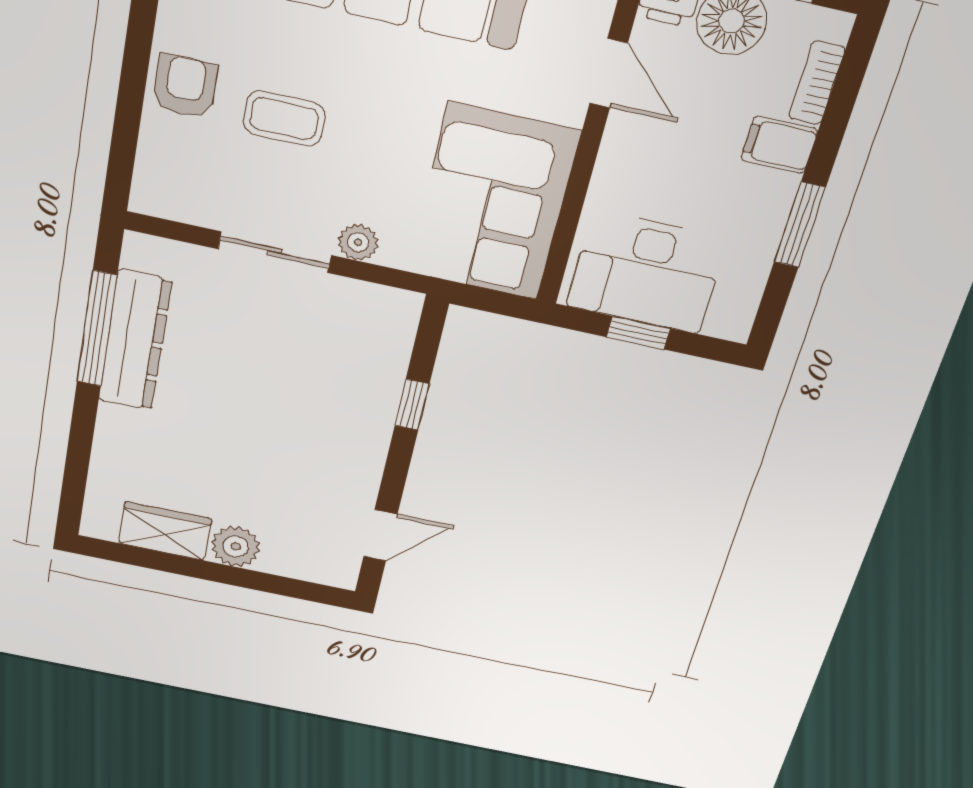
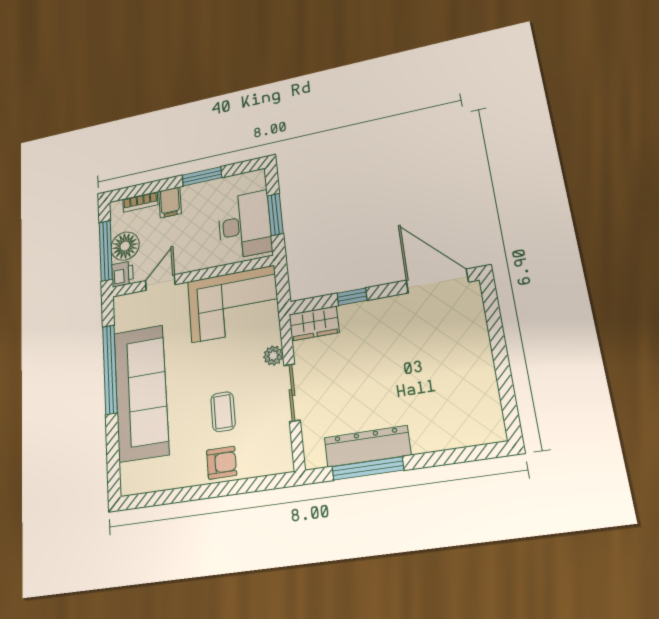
armchair: (185, 86) -> (222, 463), turned 180
window: (638, 333) -> (275, 214), width x1.50
wardrobe: (165, 531) -> (314, 323), moved, turned -90
door: (380, 535) -> (437, 281), width x1.88
plant: (236, 546) -> (477, 352), removed

